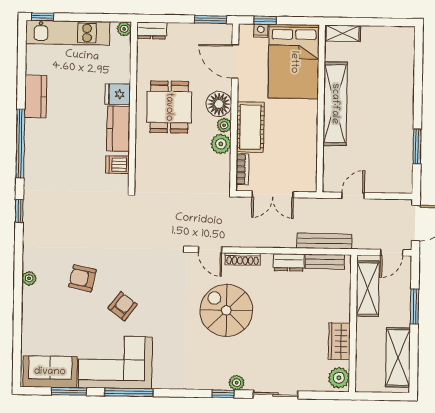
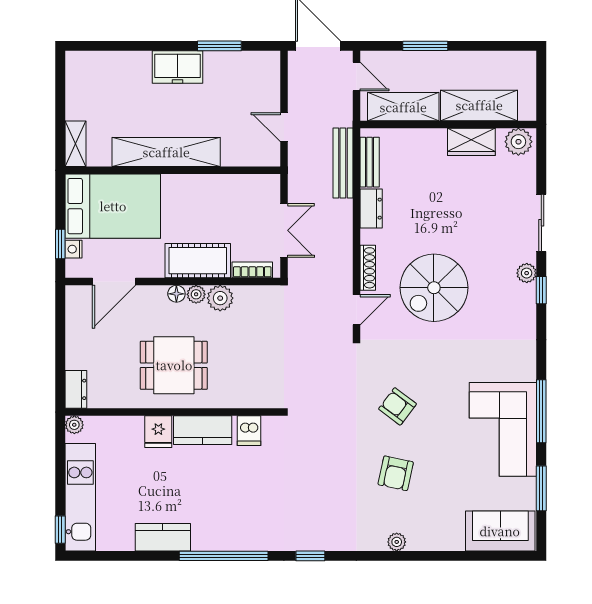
window: (211, 19) -> (60, 314), removed
floor lamp: (219, 104) -> (176, 294), width x0.53, depth x0.53
freezer: (401, 114) -> (178, 67), added
armchair: (123, 306) -> (397, 406), moved
shelving: (398, 357) -> (479, 105), moved
sofa: (50, 372) -> (500, 531), moved, turned 90

